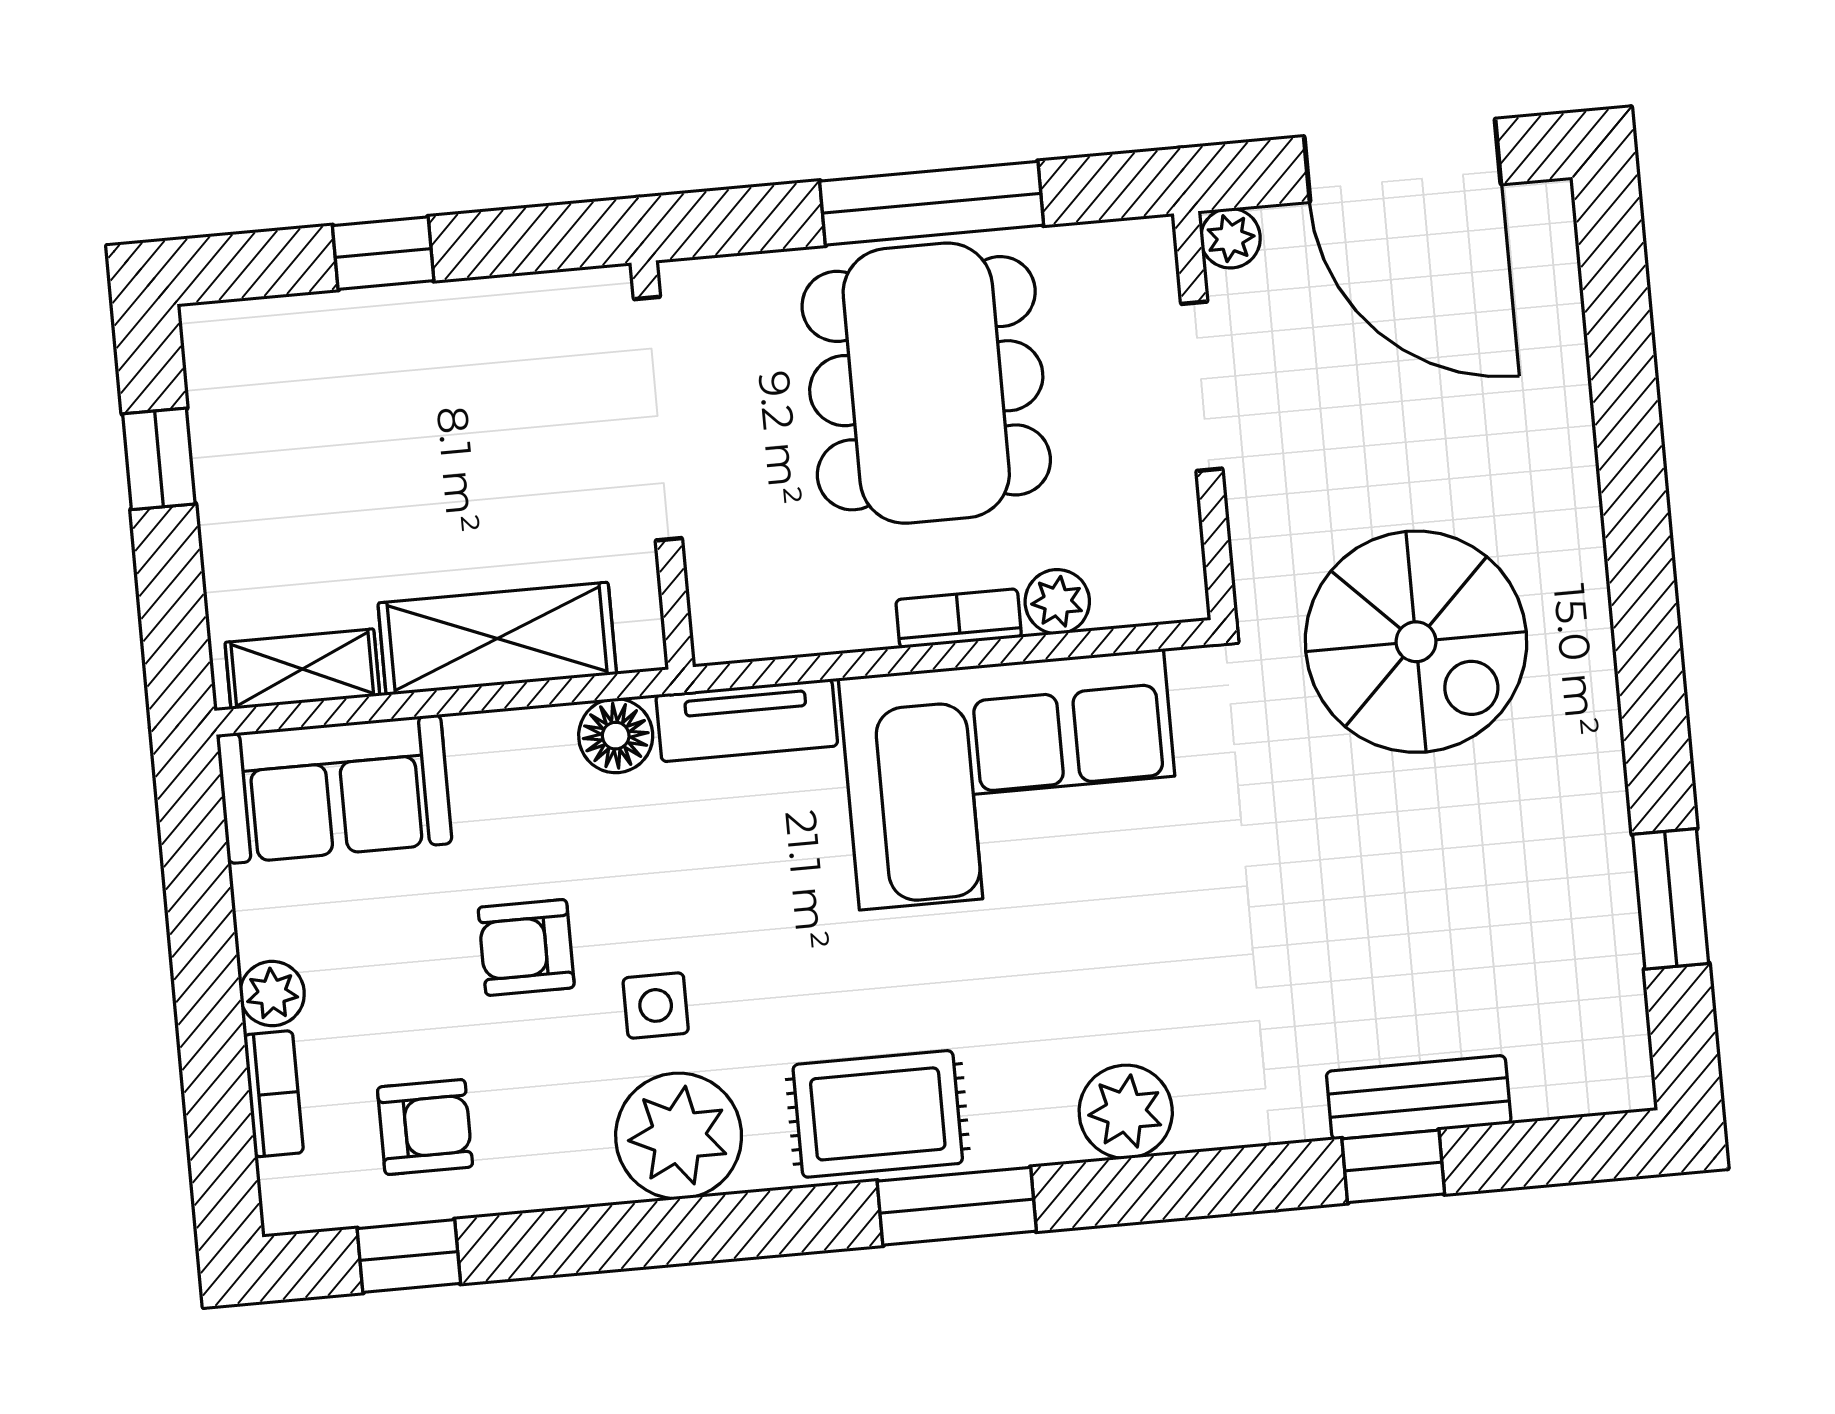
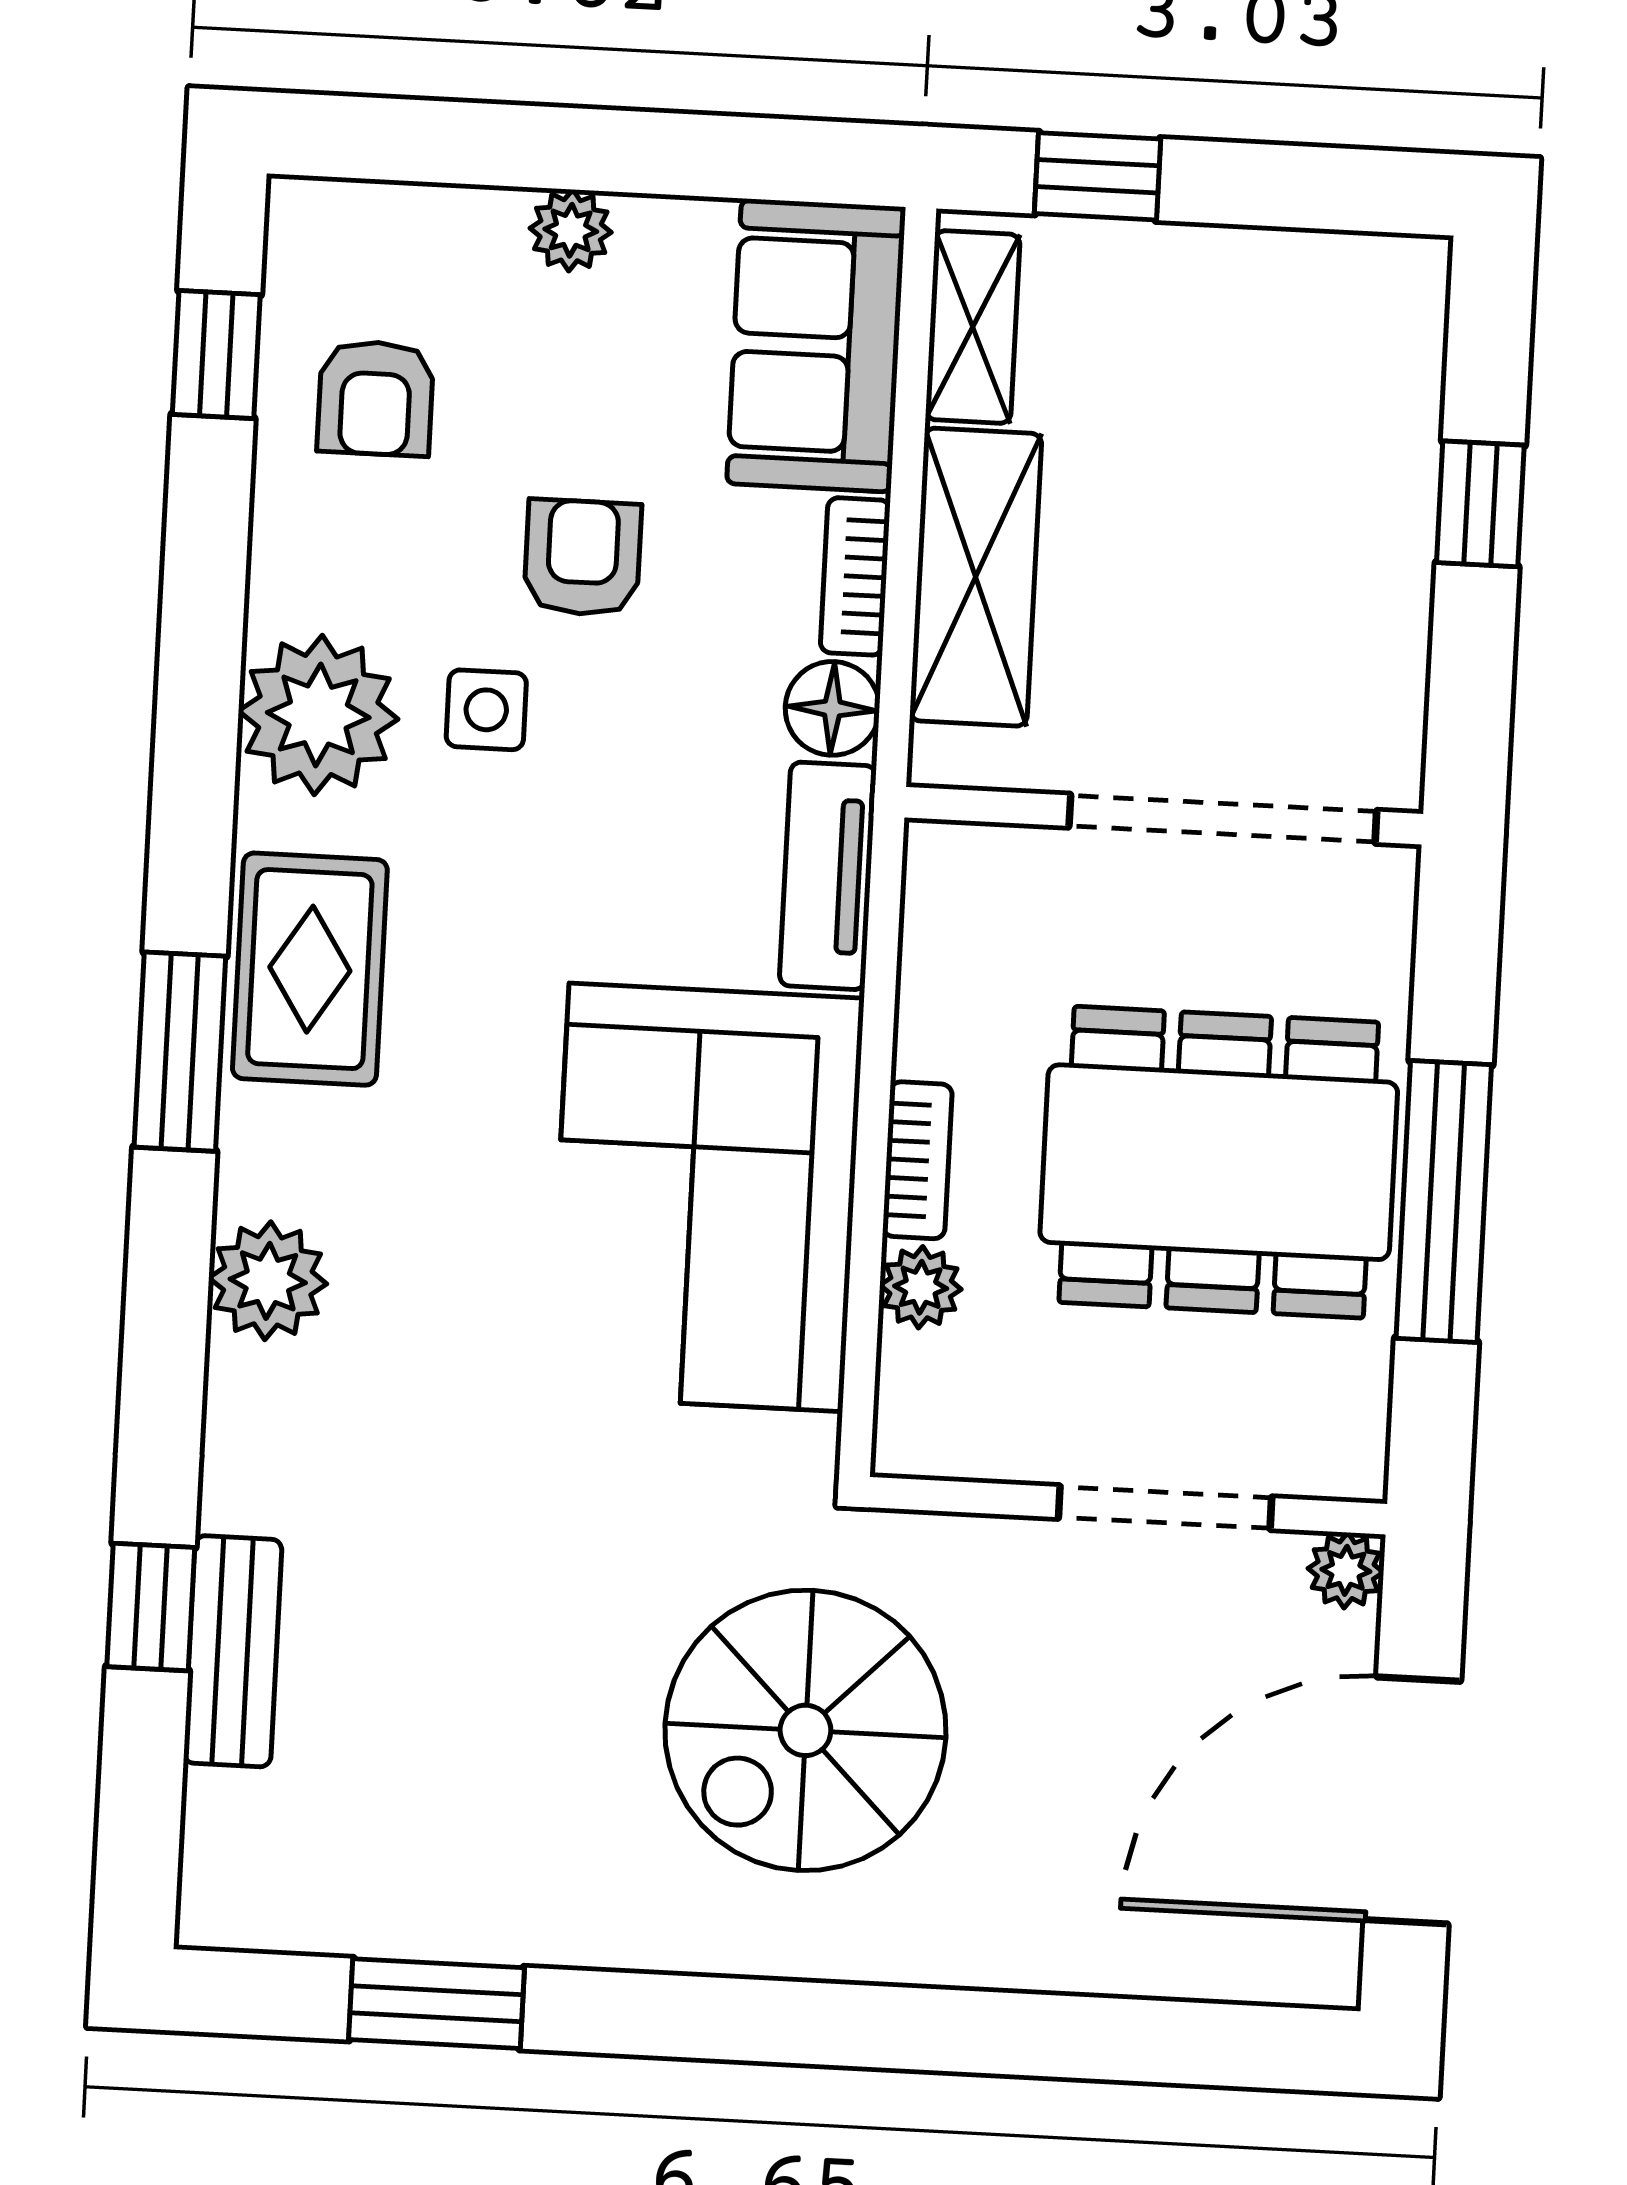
window: (159, 459) -> (1097, 176), moved
bookcase: (274, 1094) -> (855, 576), moved, turned 90

